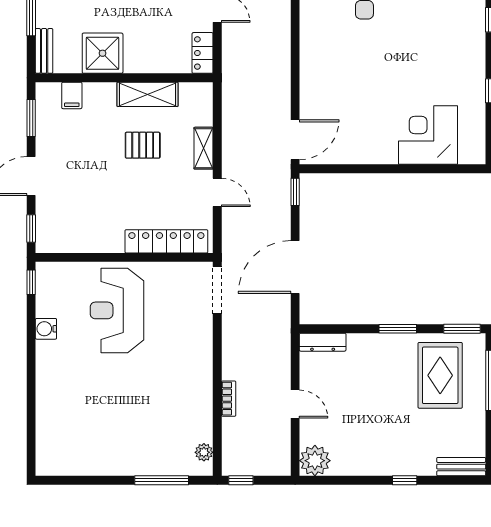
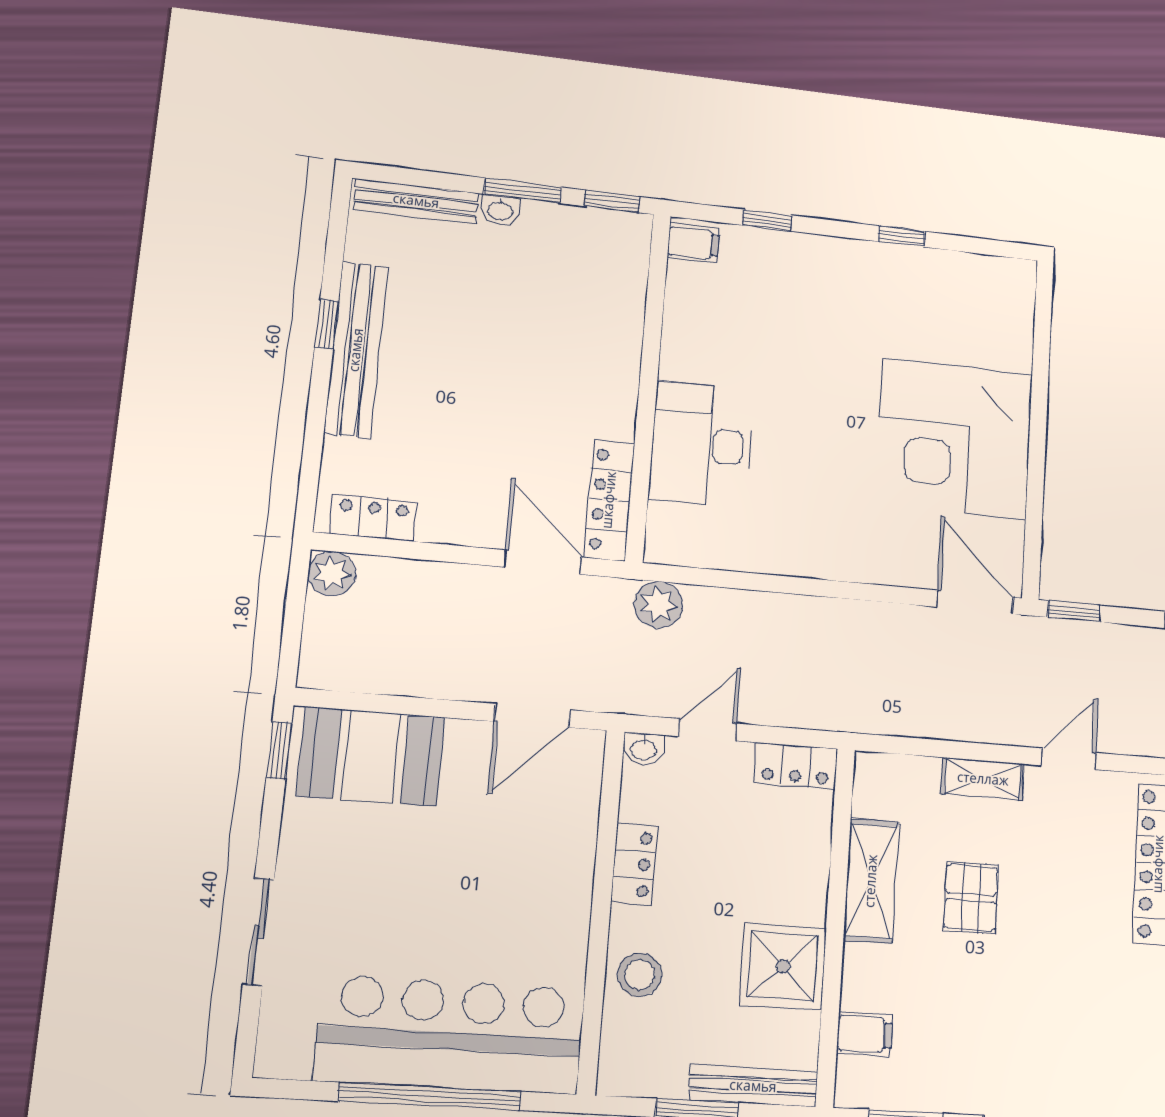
bench: (44, 51) -> (753, 1086), width x1.36
corner desk: (428, 135) -> (954, 439), moved, width x1.36, depth x1.36

